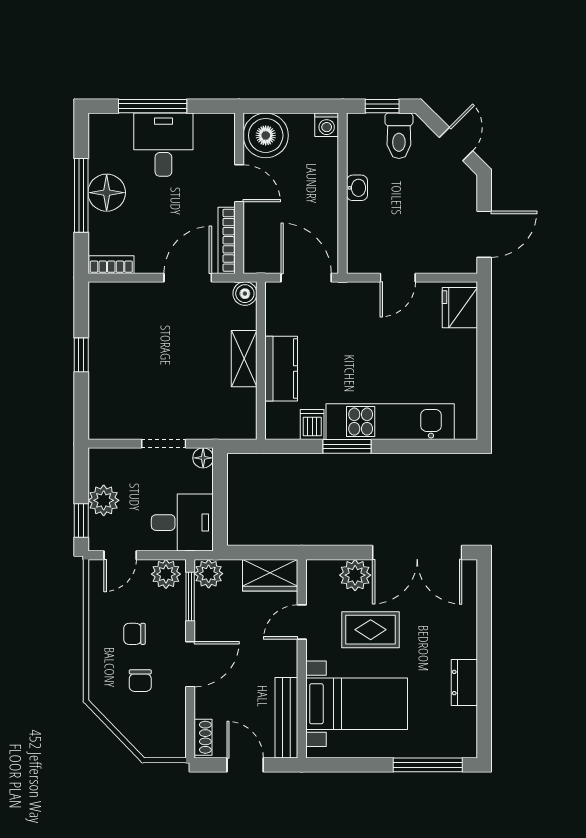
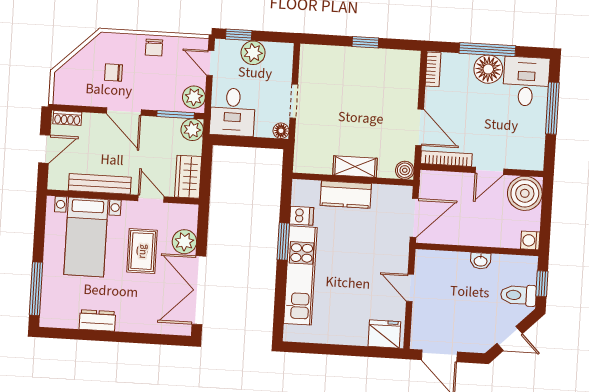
desk: (163, 145) -> (526, 81), moved, turned -90
chair: (134, 634) -> (154, 47), moved, turned 180
bench: (286, 718) -> (100, 184), moved

